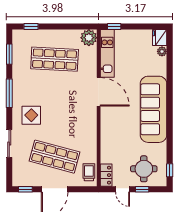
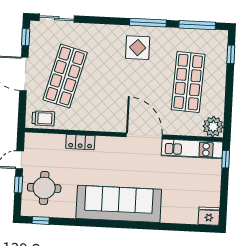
plant: (162, 51) -> (191, 218), removed
window: (9, 54) -> (197, 25), width x1.44
door: (99, 92) -> (144, 136), swing flipped
display table: (31, 115) -> (138, 48), moved
sliding door: (9, 144) -> (57, 18), moved
locker: (106, 175) -> (80, 142), moved

